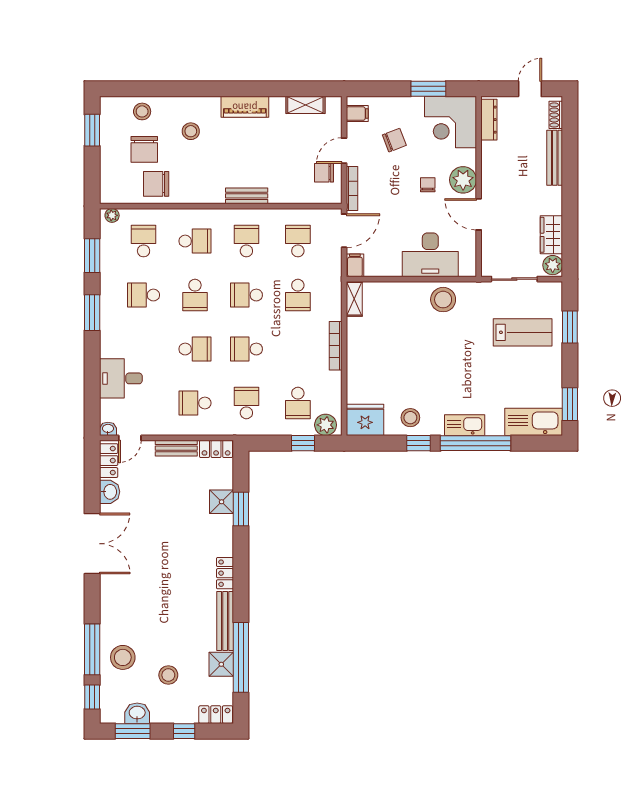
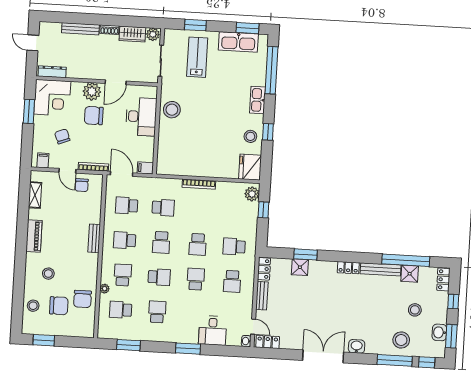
shoe rack: (556, 115) -> (109, 30), moved
chair: (428, 185) -> (94, 116), width x1.87, depth x1.87
plant: (112, 215) -> (105, 289), moved
school desk: (144, 295) -> (157, 312), turned 180
shelving: (354, 299) -> (168, 170), removed
window: (92, 313) -> (188, 349), moved
school desk: (298, 403) -> (236, 212), removed
kitchen sink: (534, 422) -> (238, 42), moved, turned -90
window: (475, 443) -> (271, 70), moved
washbasin: (110, 492) -> (357, 346), moved

